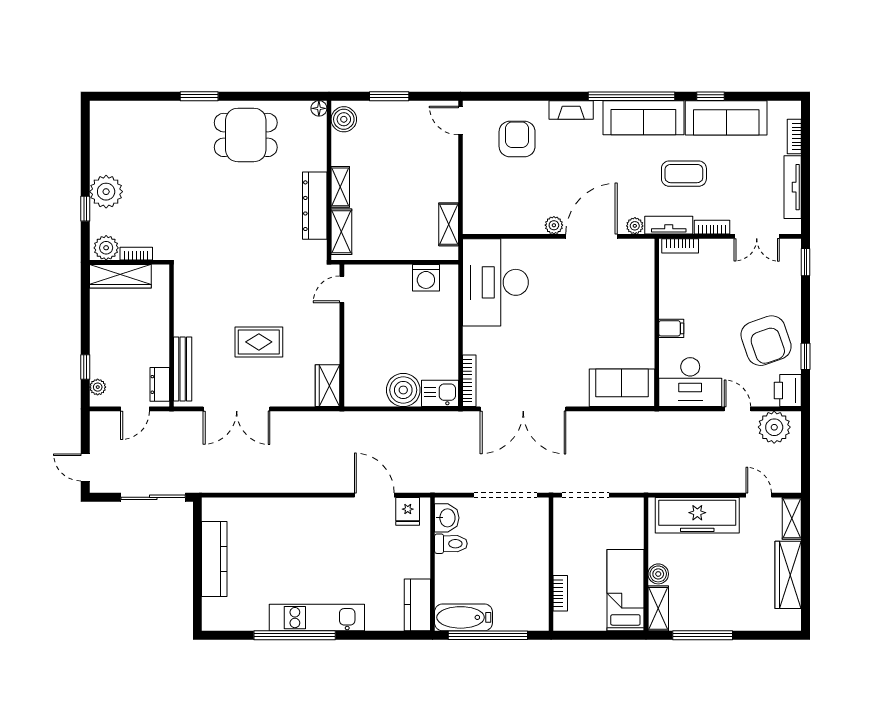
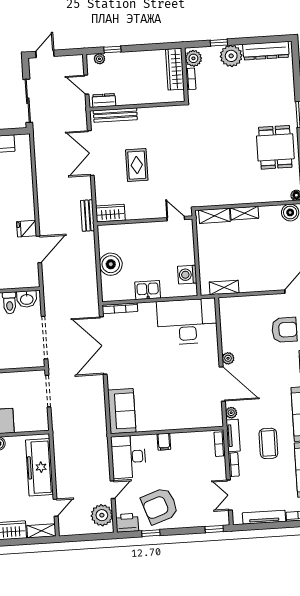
dresser: (315, 206) -> (266, 51), moved, turned 180
kitchen sink: (440, 393) -> (148, 290), moved, turned -90
bench: (329, 420) -> (87, 216), added
fridge: (408, 511) -> (27, 229), moved

